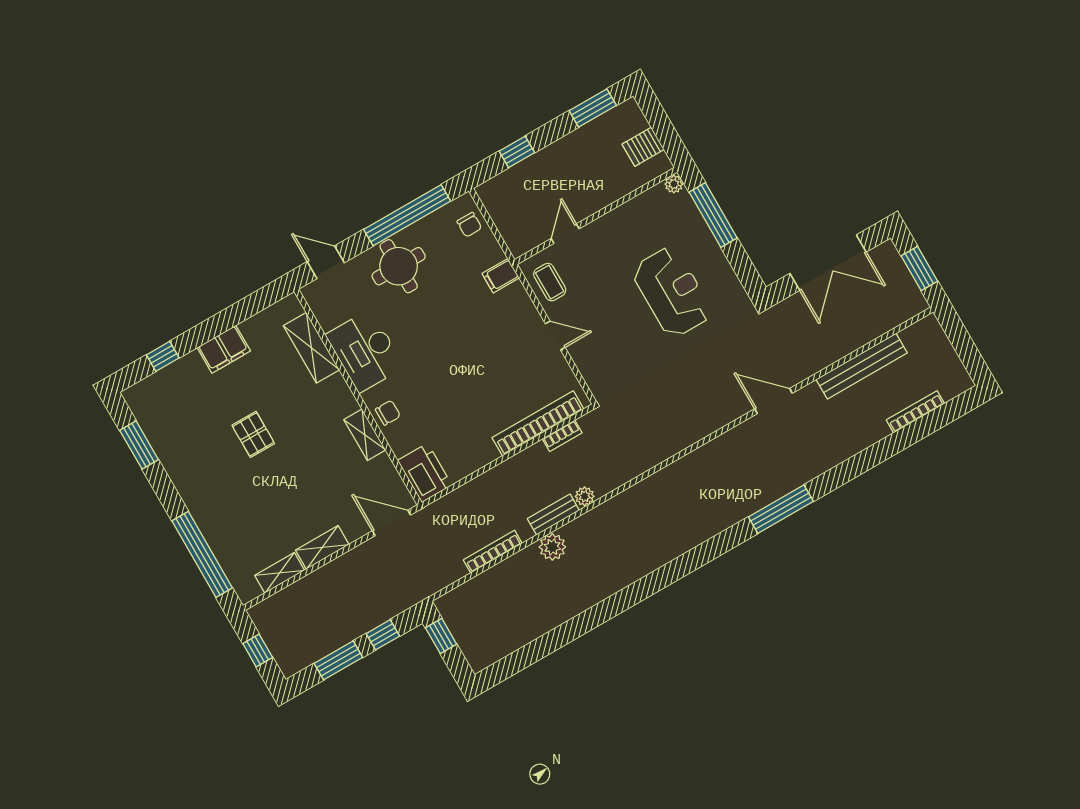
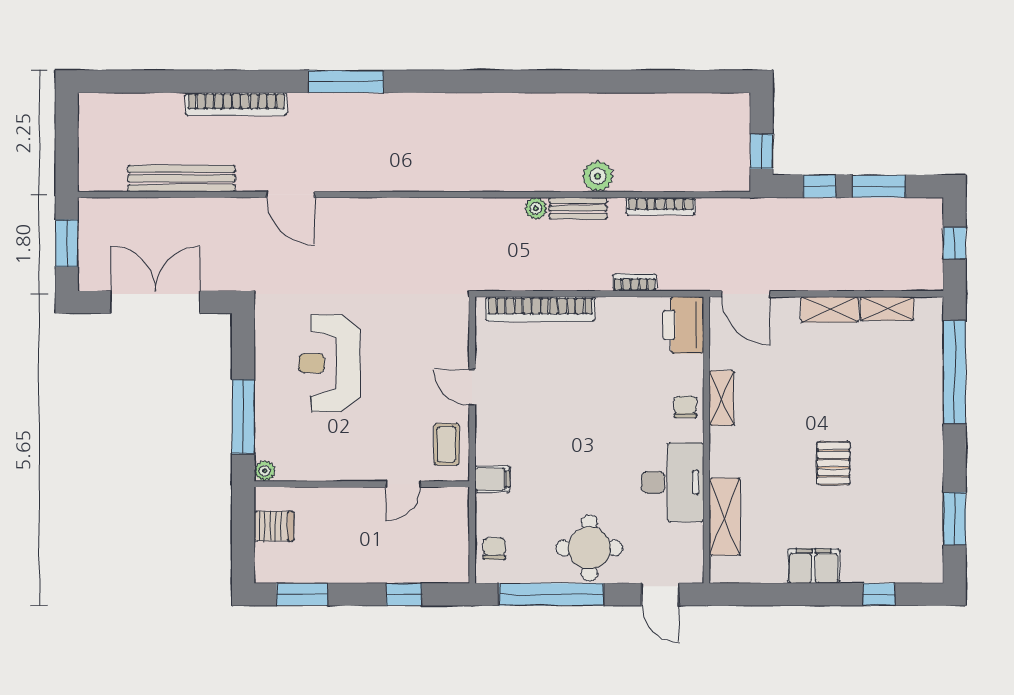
bookcase: (915, 412) -> (236, 104), moved, width x1.48, depth x1.31
chair: (388, 413) -> (685, 407), turned 90
bookcase: (562, 436) -> (635, 282), moved

